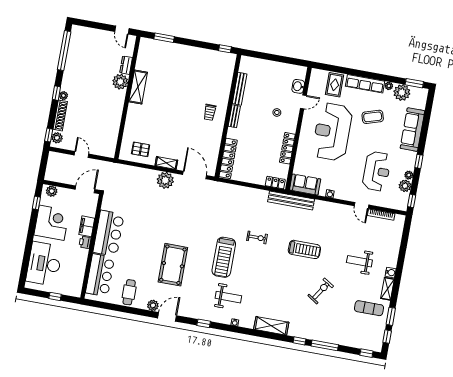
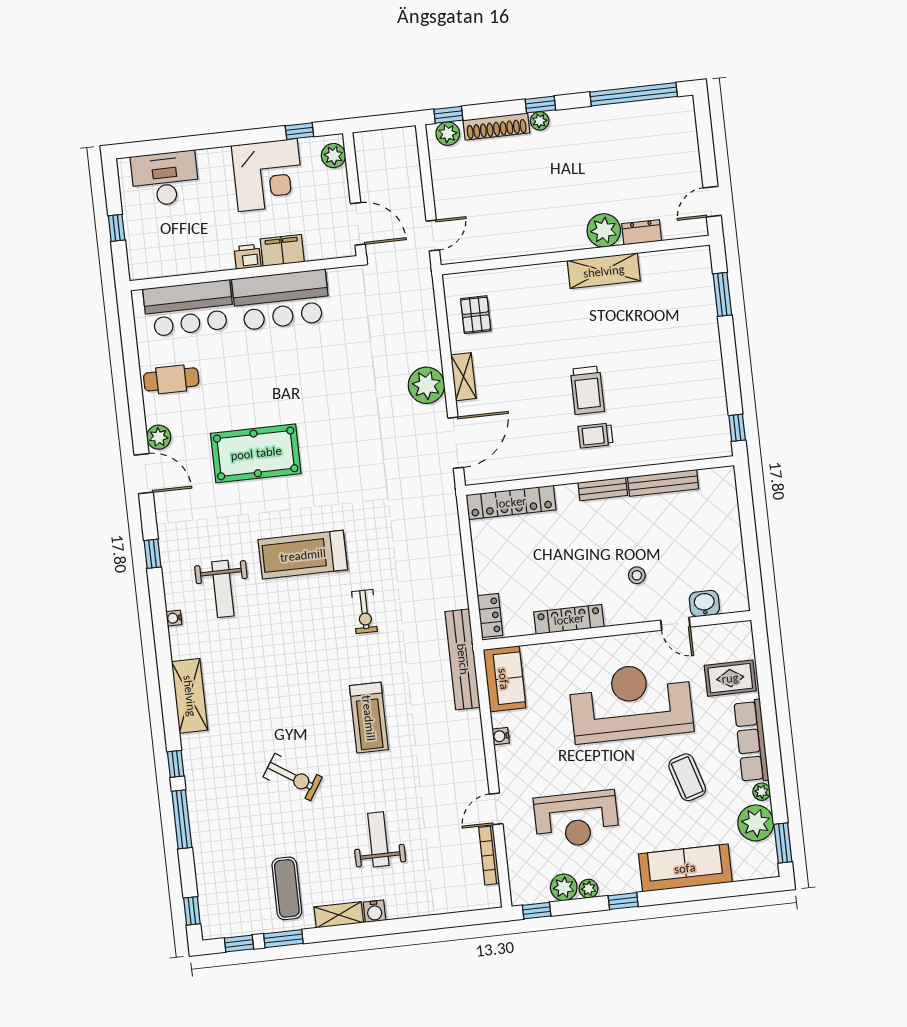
trolley: (189, 110) -> (587, 390), added
door: (82, 154) -> (433, 235), moved
desk: (44, 264) -> (165, 179), width x0.73, depth x0.77

